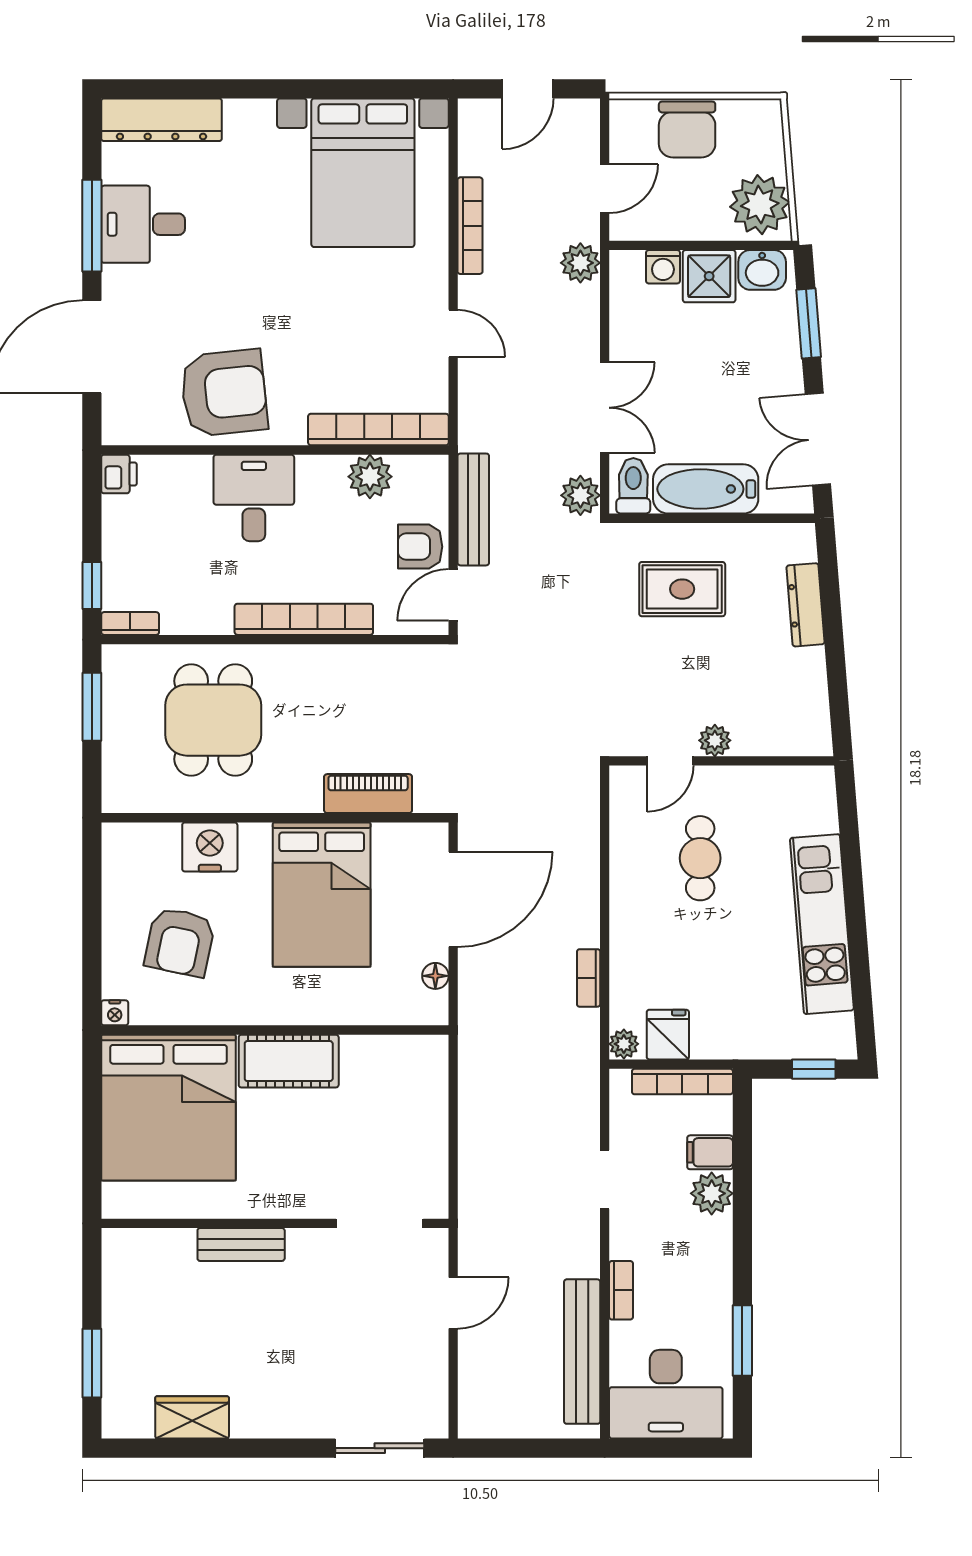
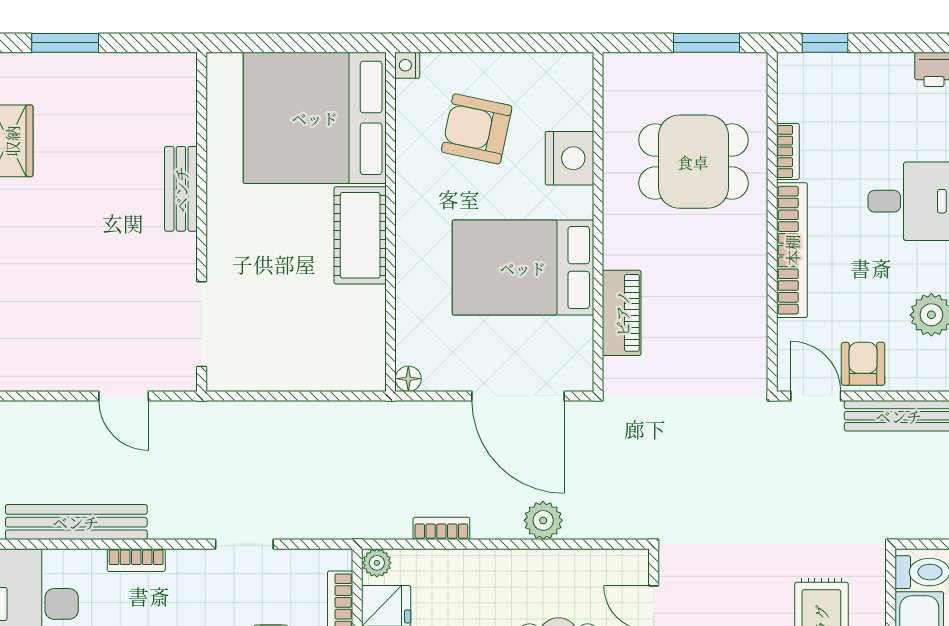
plant: (580, 495) -> (543, 520), moved
bookcase: (130, 623) -> (788, 151), moved
floor lamp: (435, 976) -> (408, 379), moved

